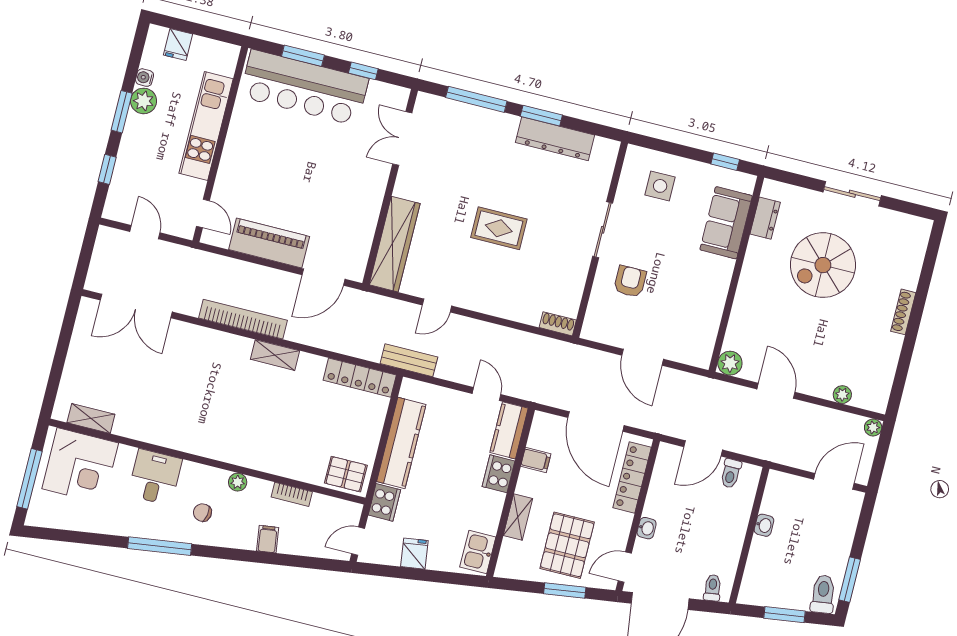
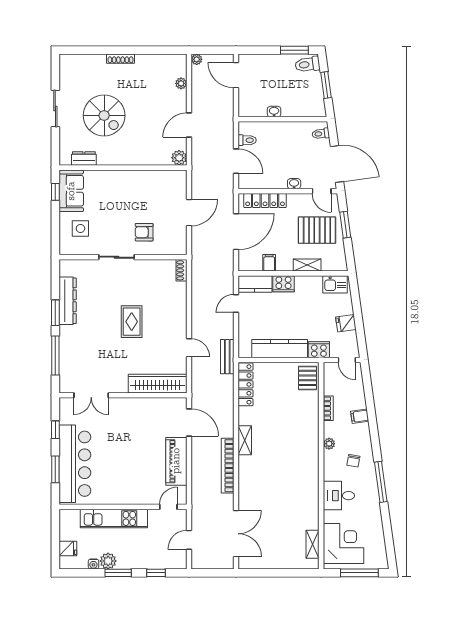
sofa: (726, 223) -> (71, 191), moved, turned -90

